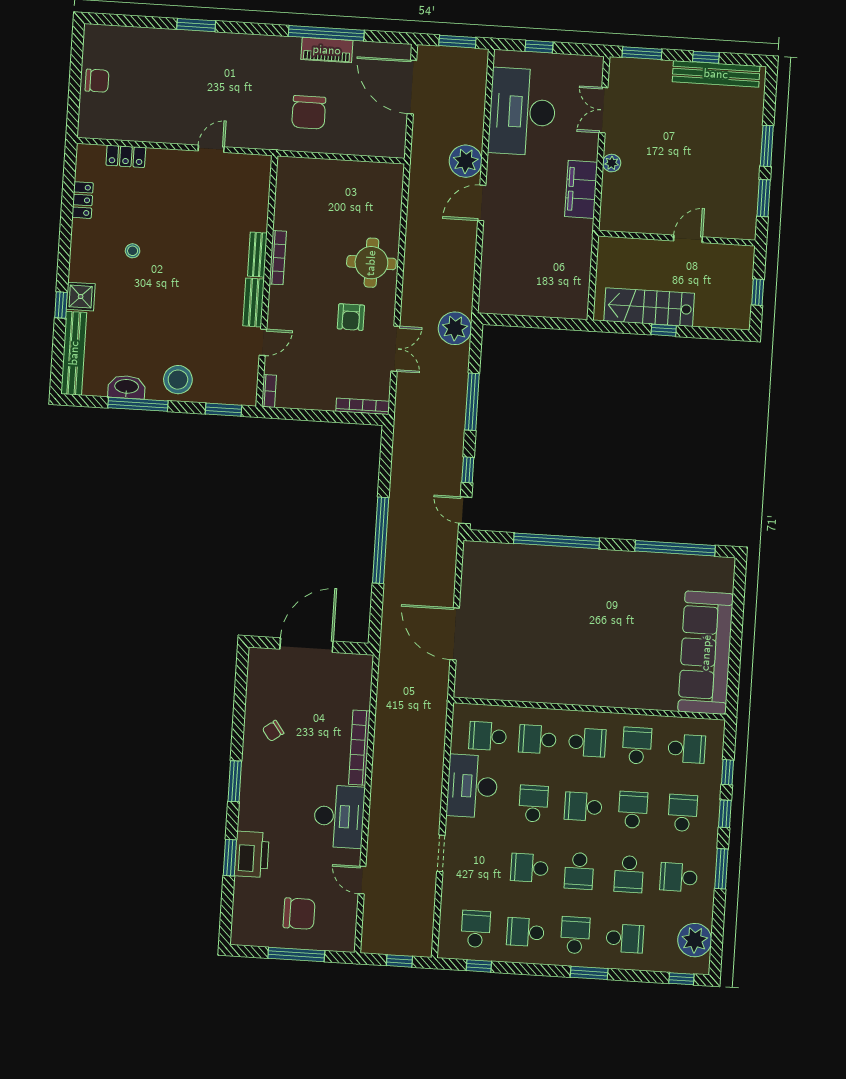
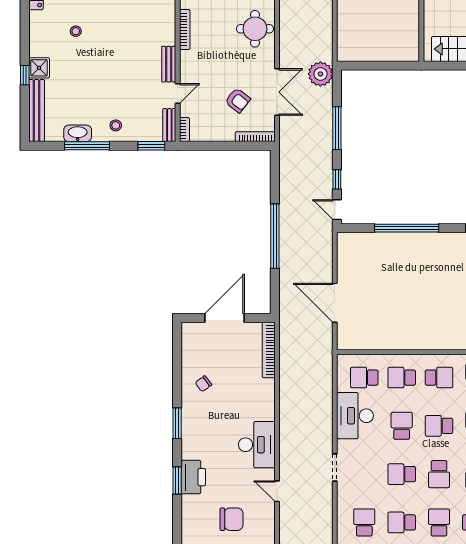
bench: (257, 255) -> (169, 125), moved
armchair: (351, 317) -> (238, 100), moved, turned -52
double door: (395, 349) -> (277, 92), width x1.37
stool: (178, 380) -> (116, 125), width x0.53, depth x0.53
bookcase: (359, 748) -> (269, 350), moved

